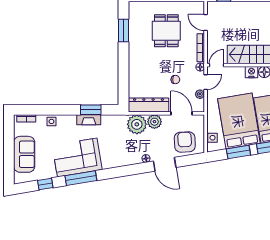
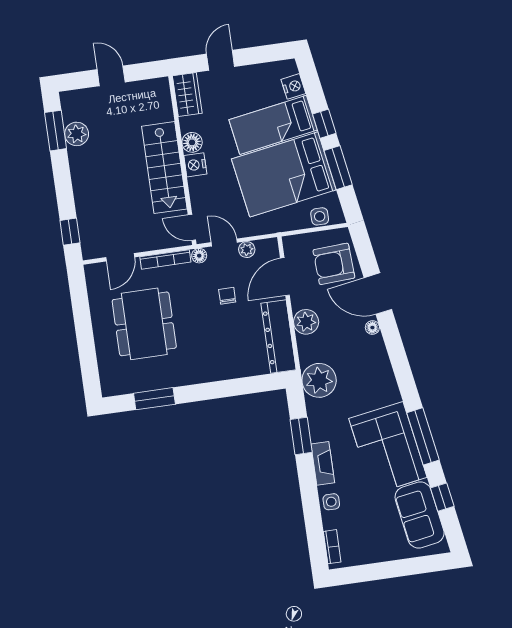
dining table: (166, 31) -> (144, 324), width x1.38
fireplace: (89, 120) -> (323, 463), moved
plant: (137, 124) -> (319, 380), moved
sofa: (24, 154) -> (420, 515), moved, turned -99
door: (165, 164) -> (378, 294), swing flipped

